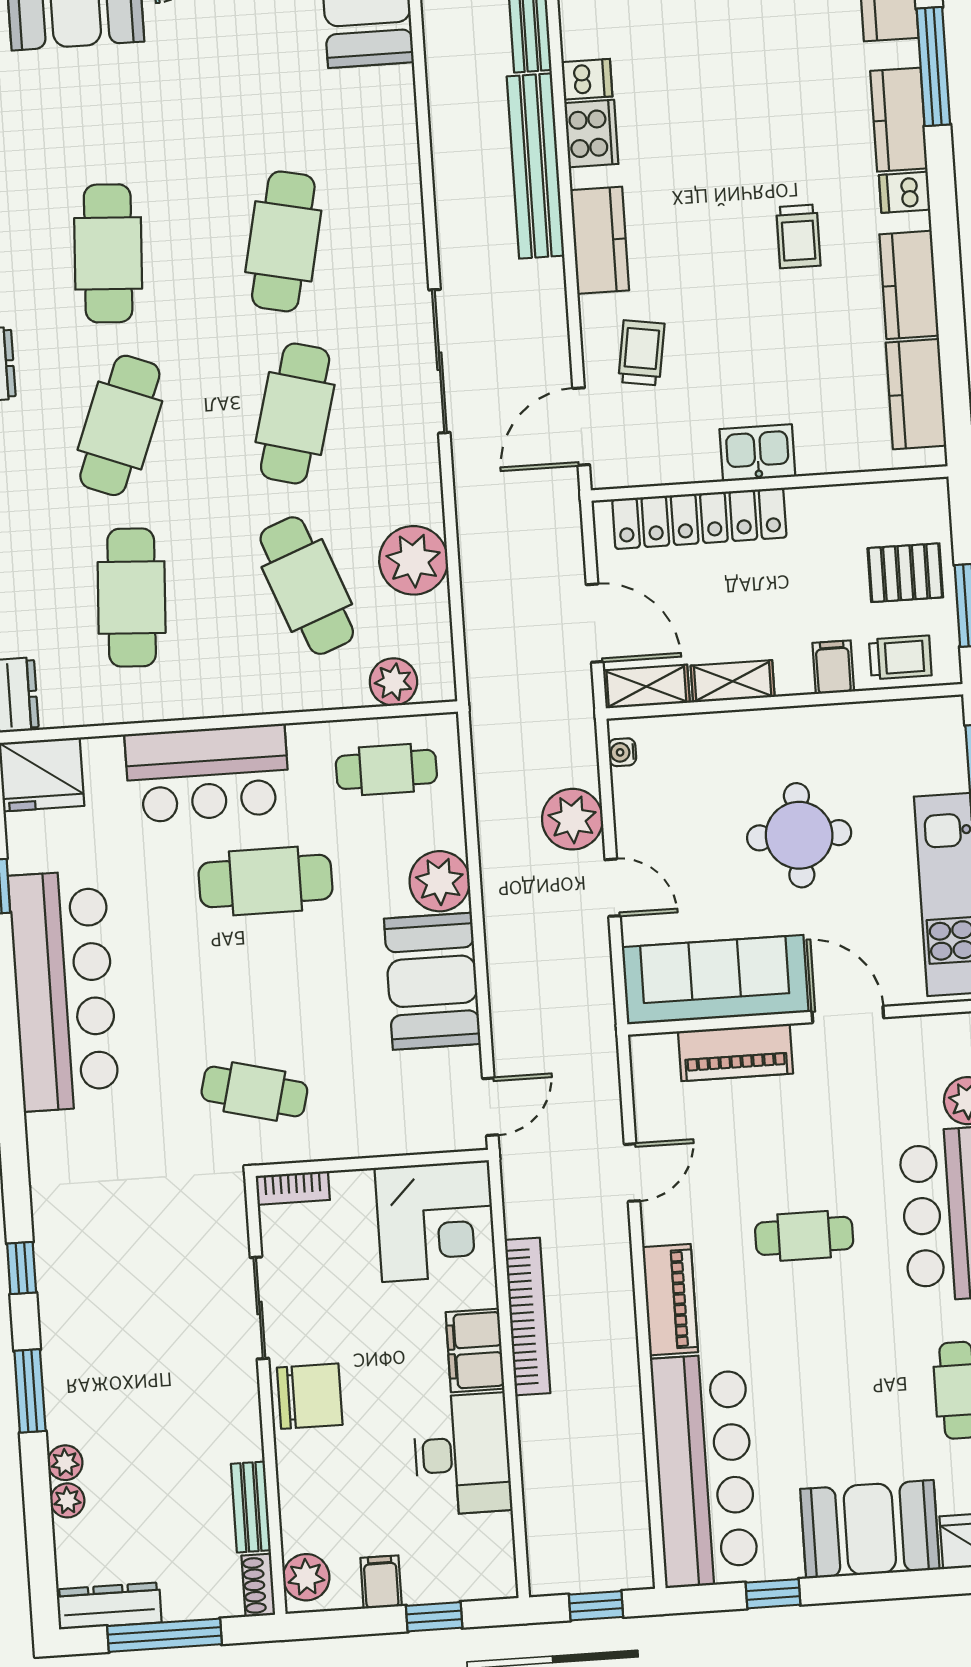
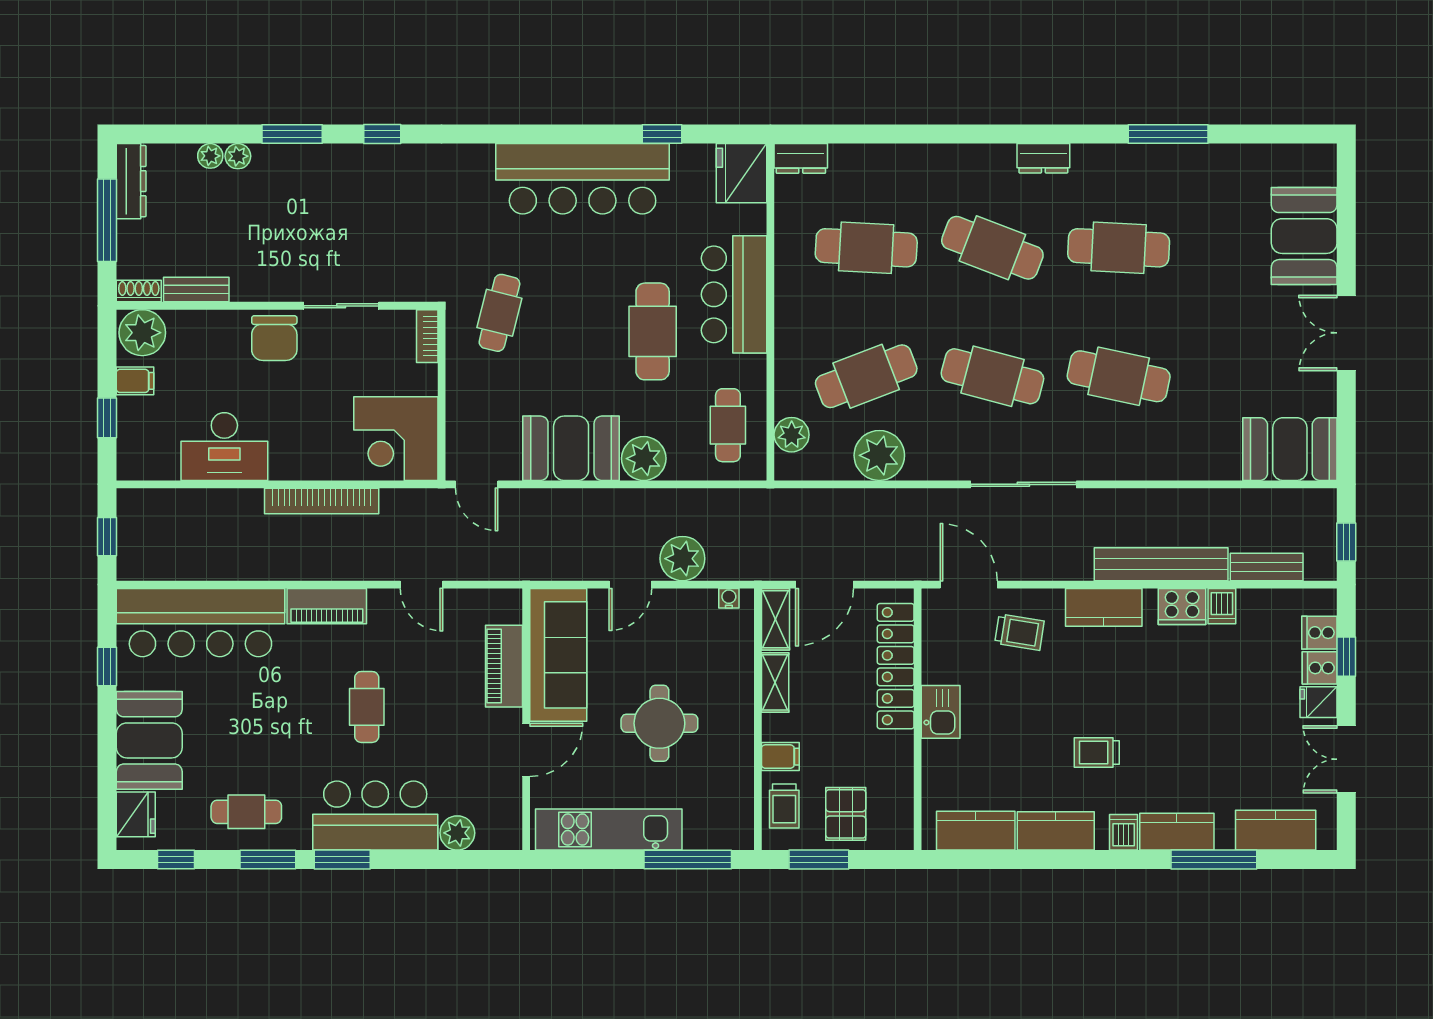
filing cabinet: (475, 1350) -> (299, 461), removed
plant: (306, 1577) -> (142, 333), width x1.36, depth x1.36

